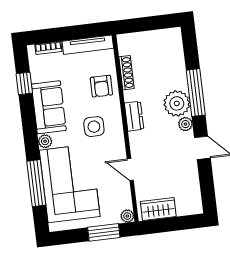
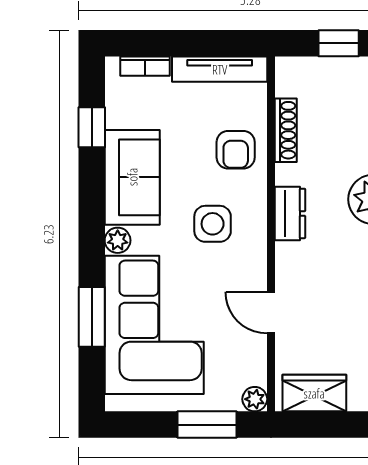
window: (149, 24) -> (339, 43), added
window: (36, 183) -> (92, 317), width x0.69

